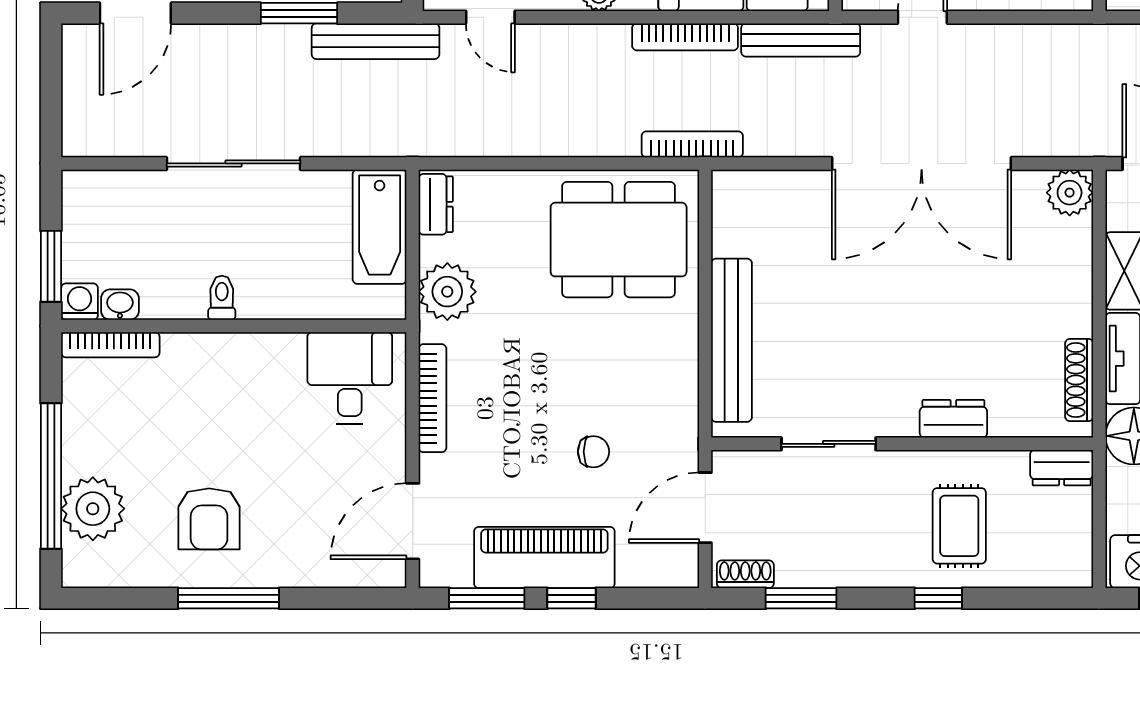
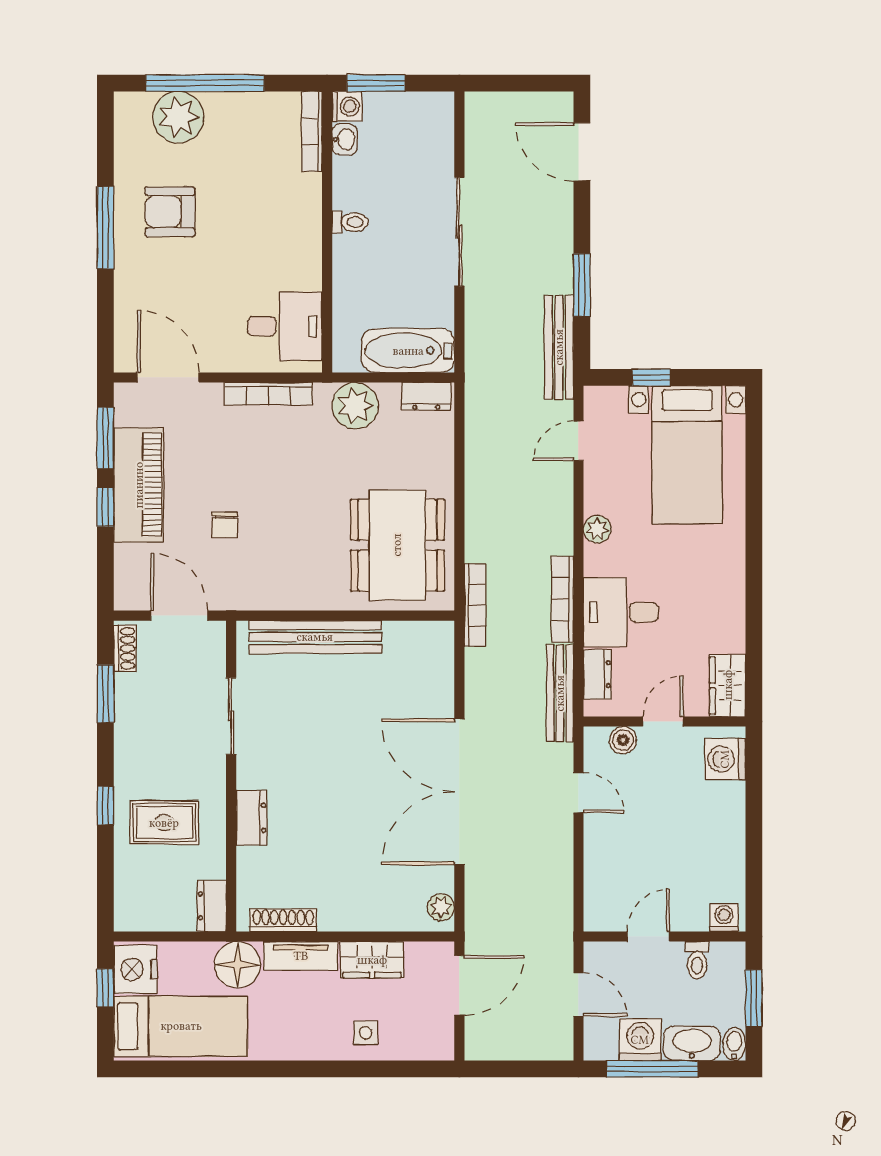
plant: (1070, 193) -> (441, 907), width x0.73, depth x0.73

